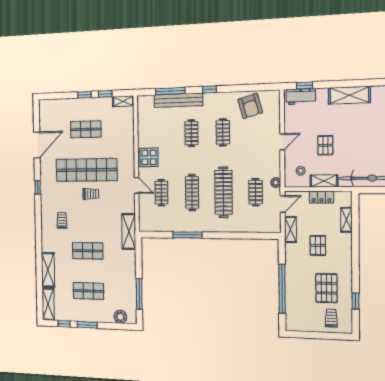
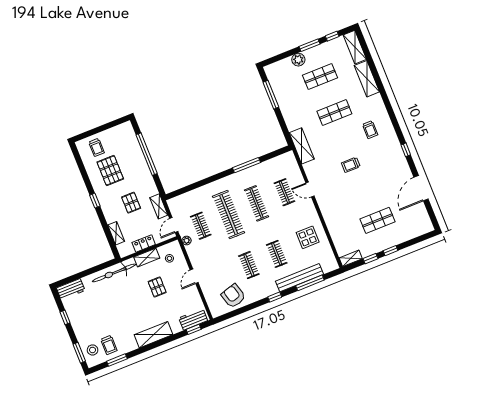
display table: (149, 157) -> (308, 237), moved
shop shelf: (86, 170) -> (363, 184), removed
window: (356, 301) -> (95, 201), moved
plant: (120, 317) -> (298, 60), moved

